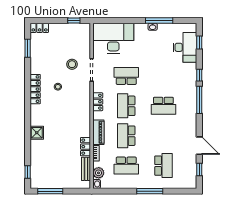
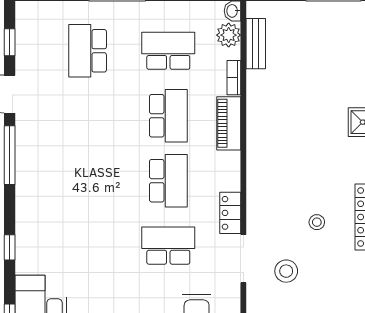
school desk: (126, 76) -> (168, 246), turned 180
window: (199, 100) -> (10, 155), moved
locker: (98, 102) -> (230, 213), moved
school desk: (163, 106) -> (88, 181), removed
locker: (86, 147) -> (257, 92), removed

